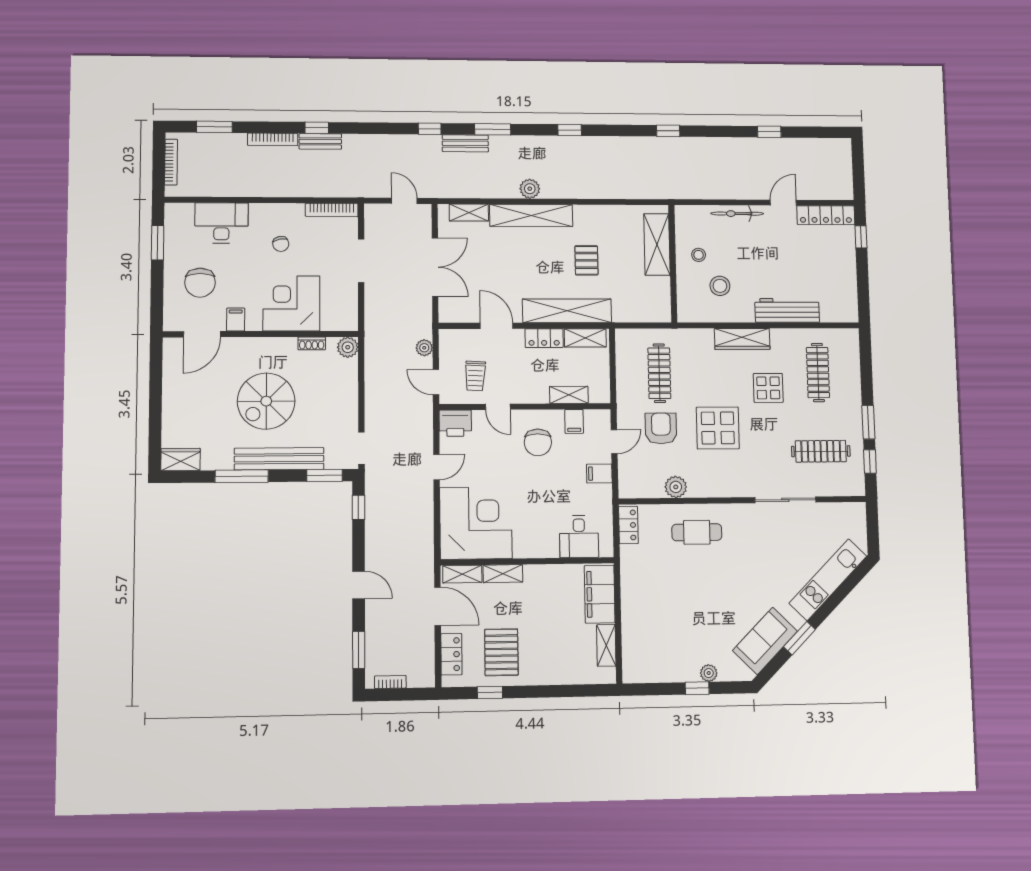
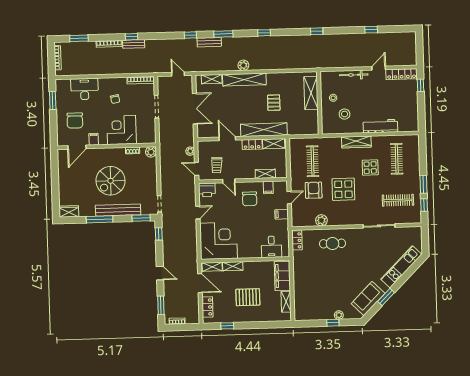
pallet: (501, 652) -> (248, 297), moved, turned 90

